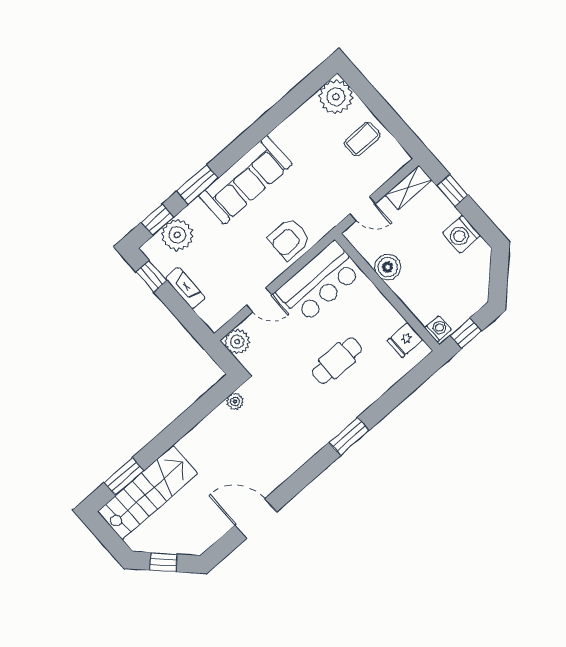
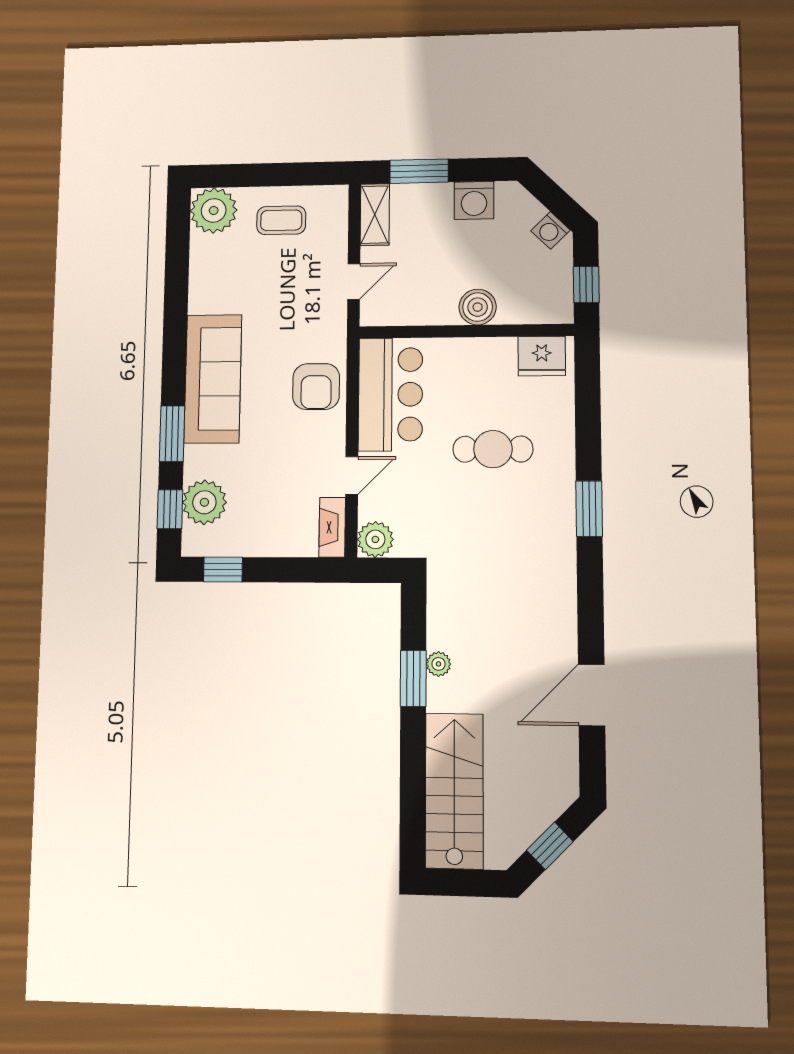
coffee table: (362, 139) -> (281, 220), turned 90
window: (453, 190) -> (419, 171), width x1.50
boiler: (388, 267) -> (478, 307), moved
fireplace: (185, 288) -> (332, 527), moved, turned -90
washing machine: (438, 329) -> (550, 230), moved, turned -135
fridge: (405, 340) -> (542, 356), width x1.38
cafe table: (337, 361) -> (493, 449), turned 90
plant: (235, 401) -> (438, 664), moved
window: (124, 477) -> (413, 678), moved

